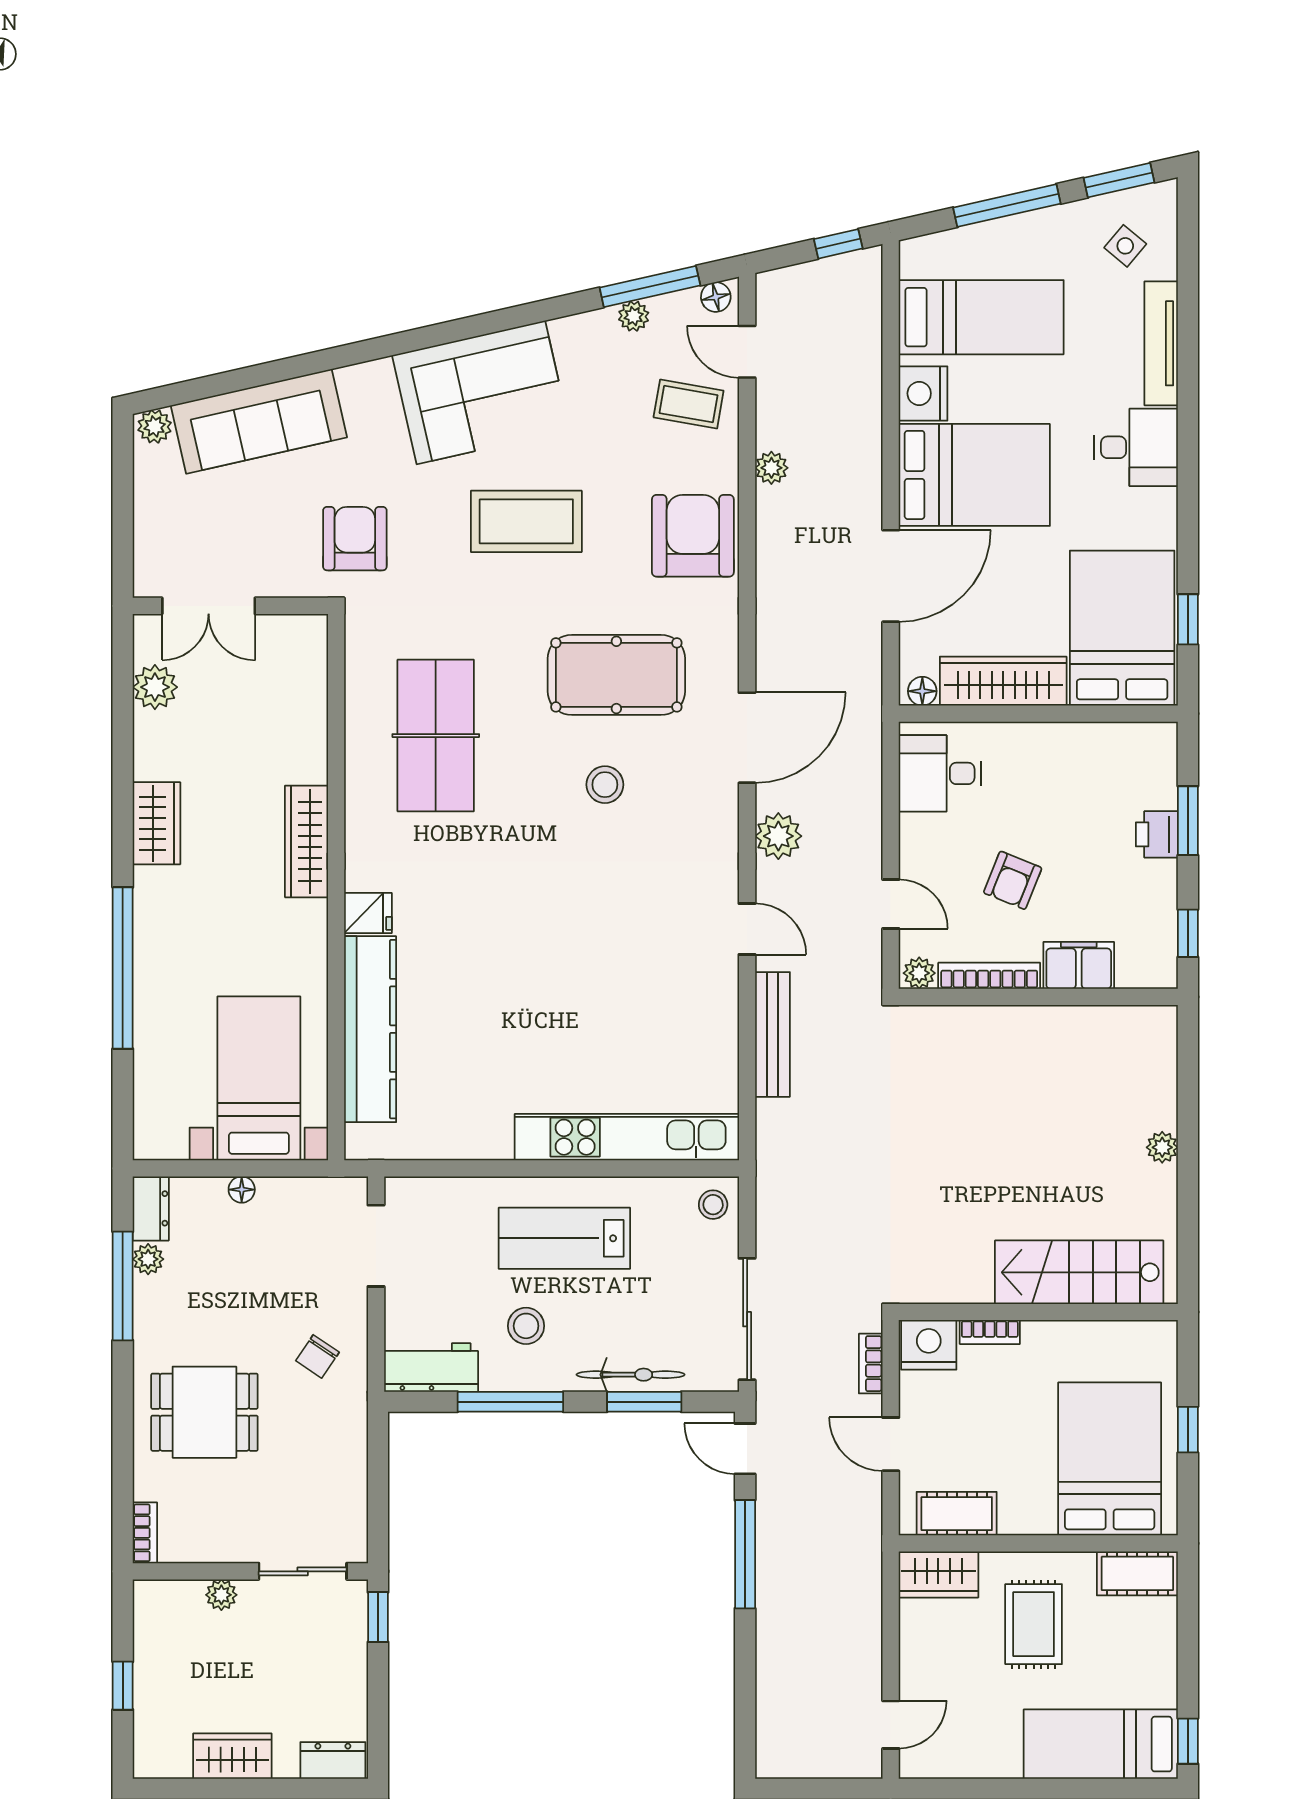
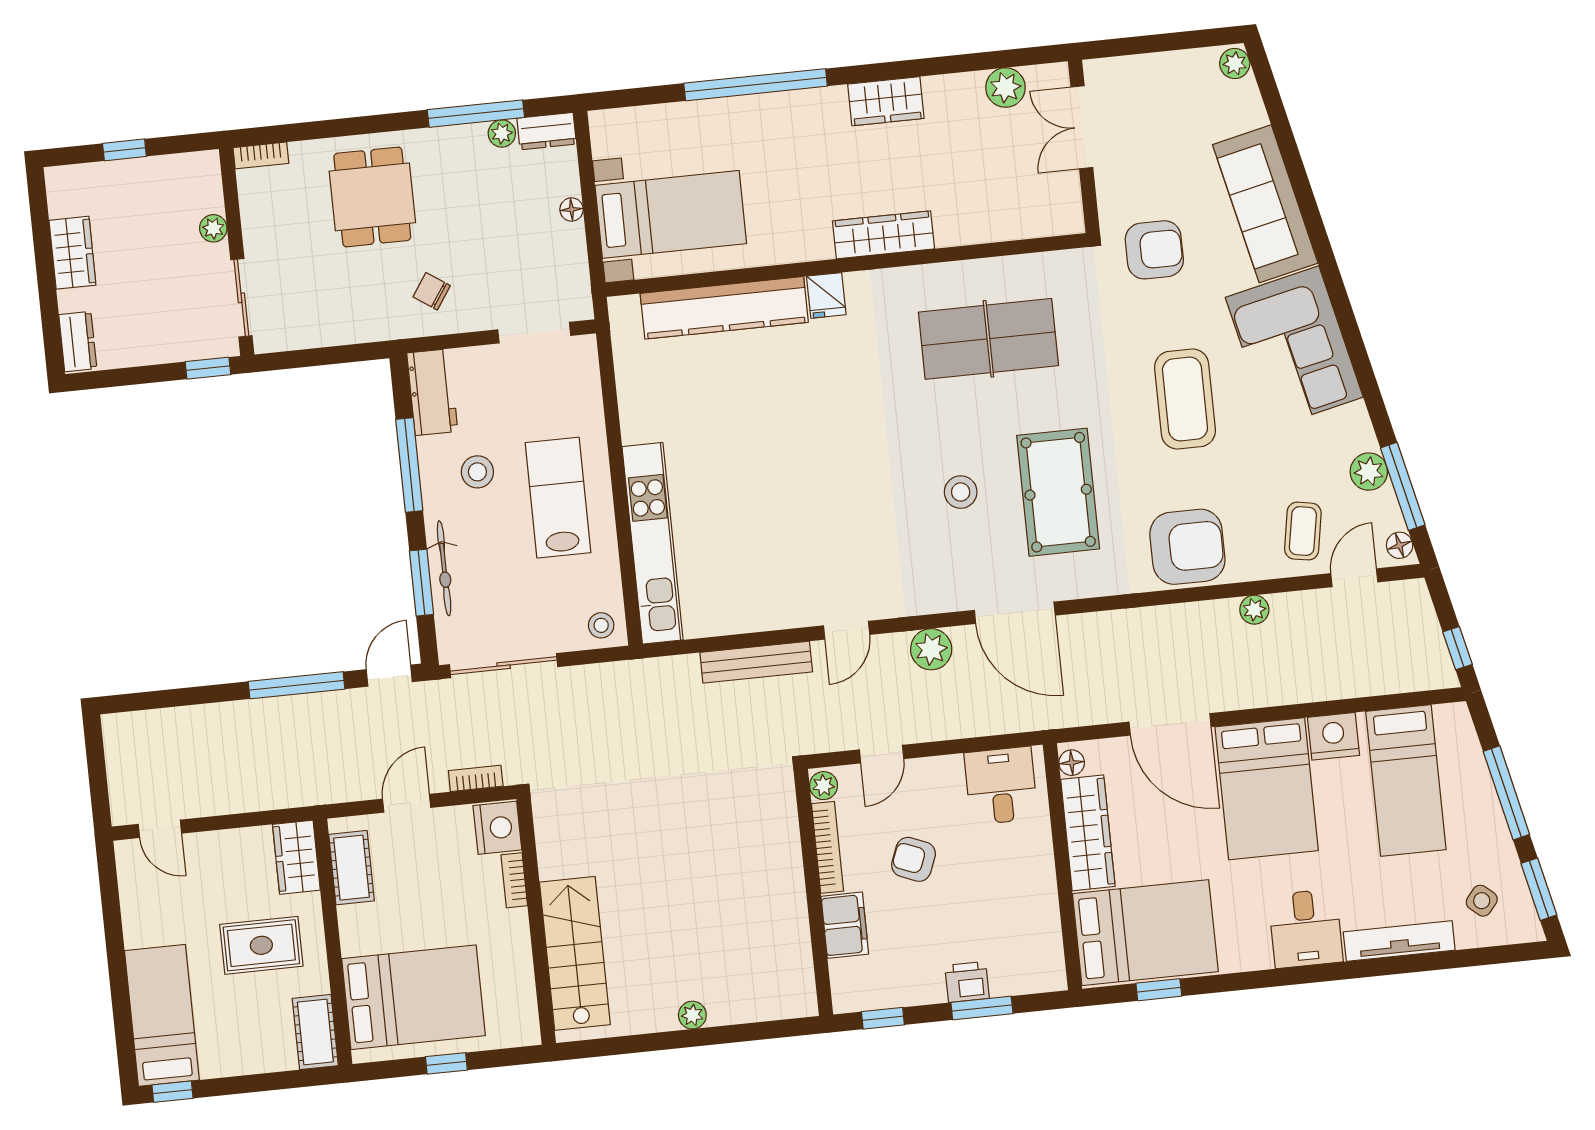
plant: (634, 316) -> (1369, 472), width x1.38, depth x1.38
sofa: (259, 421) -> (1265, 204), moved

